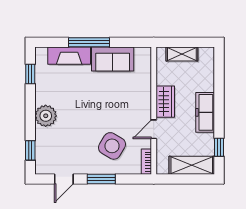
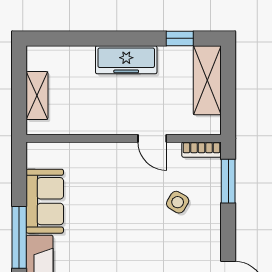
wardrobe: (165, 102) -> (110, 121), removed
side table: (112, 146) -> (178, 202), width x0.54, depth x0.54
window: (101, 179) -> (228, 181), moved

